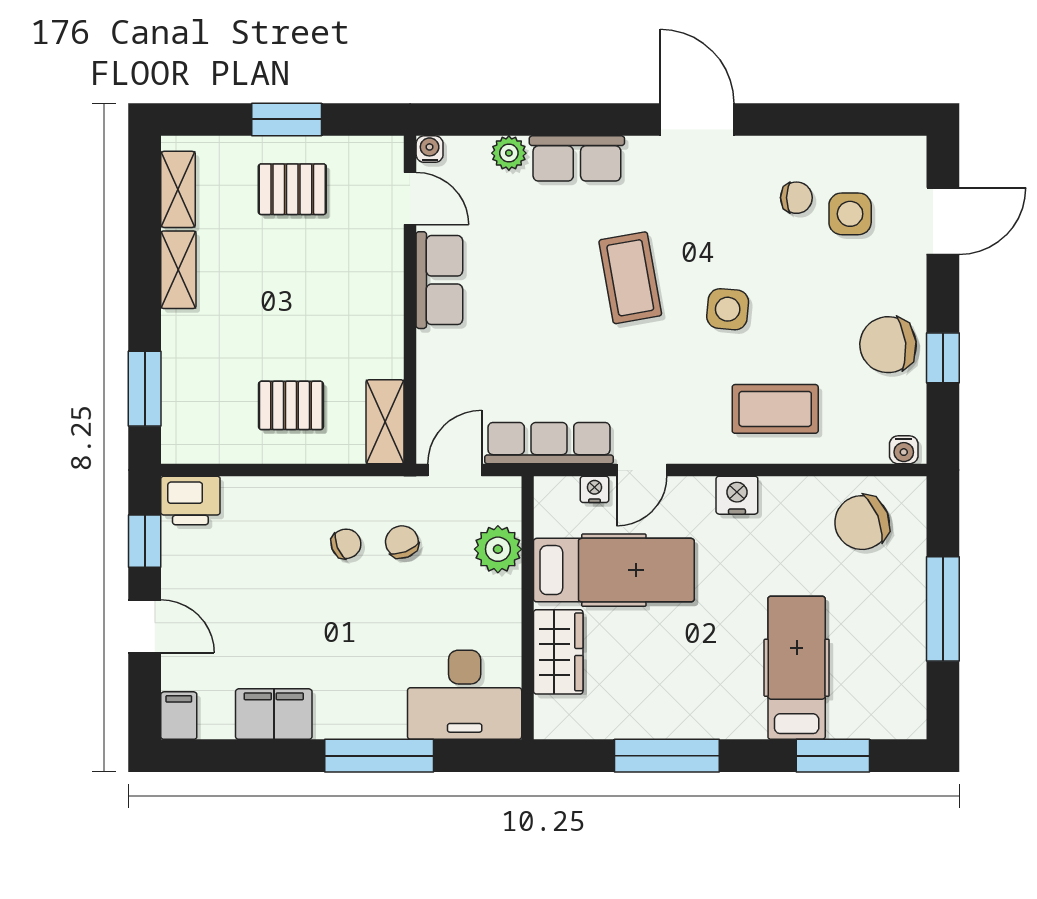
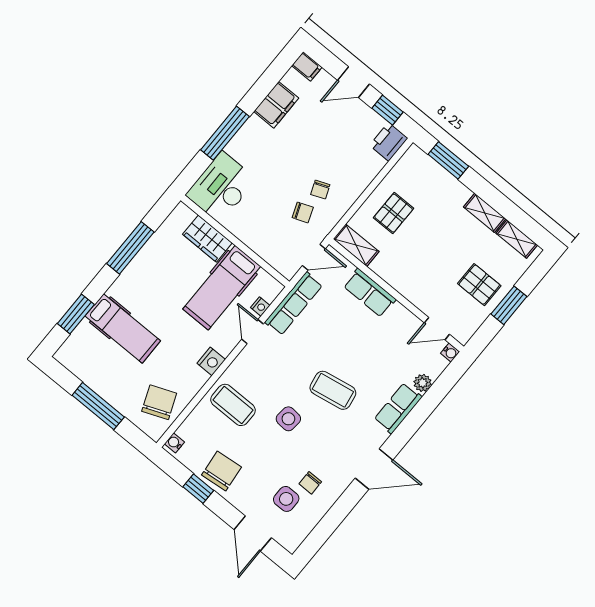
pallet: (292, 189) -> (479, 285), turned 90
row of seats: (439, 280) -> (370, 293), moved
coffee table: (775, 409) -> (233, 405), turned 90
door: (455, 470) -> (314, 257), hinge flipped
plant: (498, 549) -> (268, 248), removed

